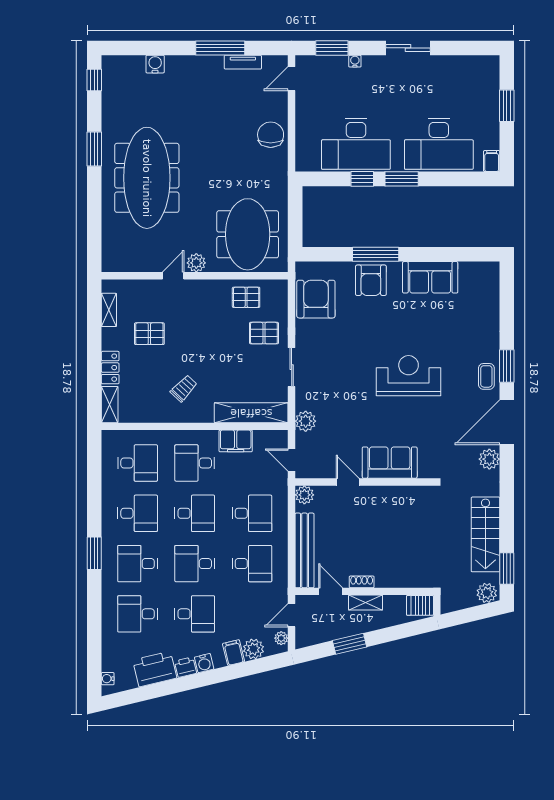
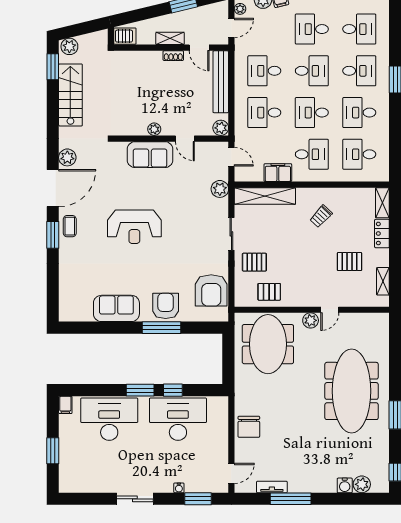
plant: (134, 65) -> (362, 484), added
plant: (385, 493) -> (154, 129), added

